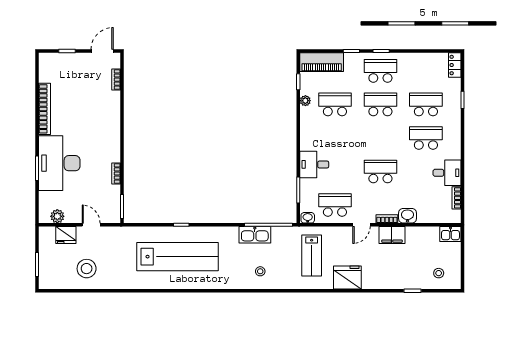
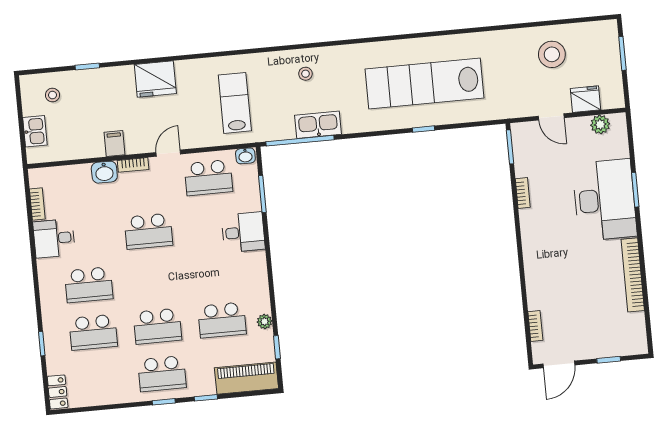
kitchen sink: (450, 234) -> (35, 131), moved, turned 90
filing cabinet: (392, 235) -> (114, 144), width x0.50
fridge: (347, 278) -> (155, 79), moved

